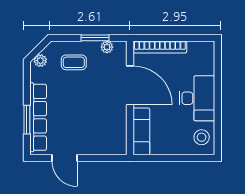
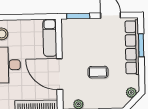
coffee table: (74, 62) -> (98, 72), moved
window: (105, 158) -> (78, 16), added

